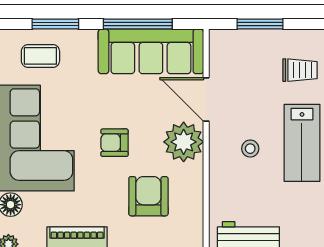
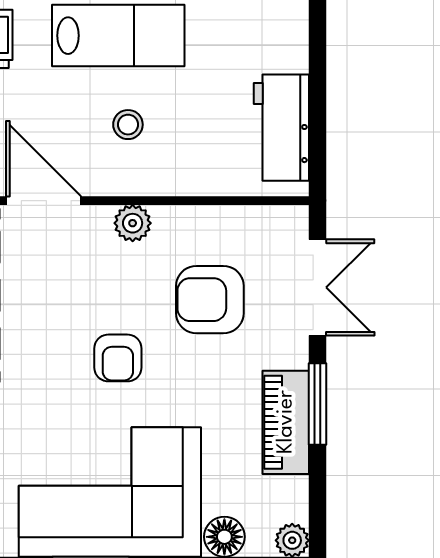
door: (206, 99) -> (44, 201), swing flipped
plant: (184, 142) -> (133, 223), width x0.53, depth x0.53

